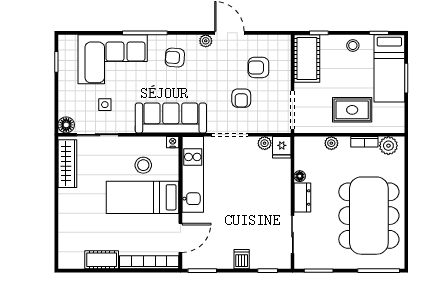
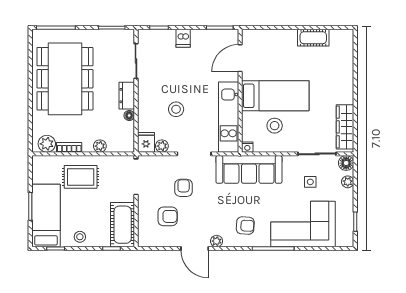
plant: (65, 105) -> (348, 182), added
stool: (249, 183) -> (176, 109), added
bookcase: (149, 262) -> (269, 35), removed

